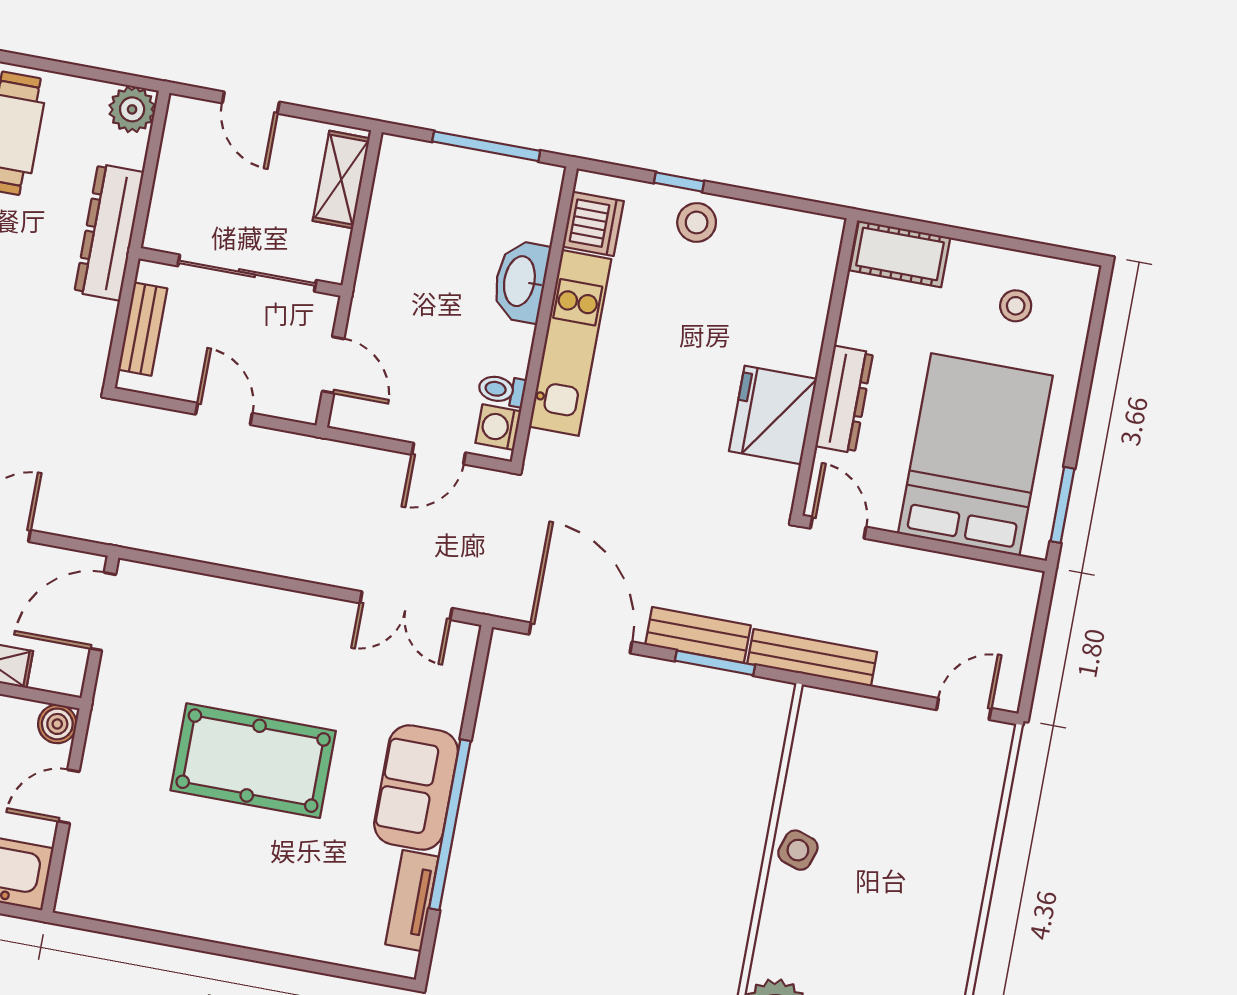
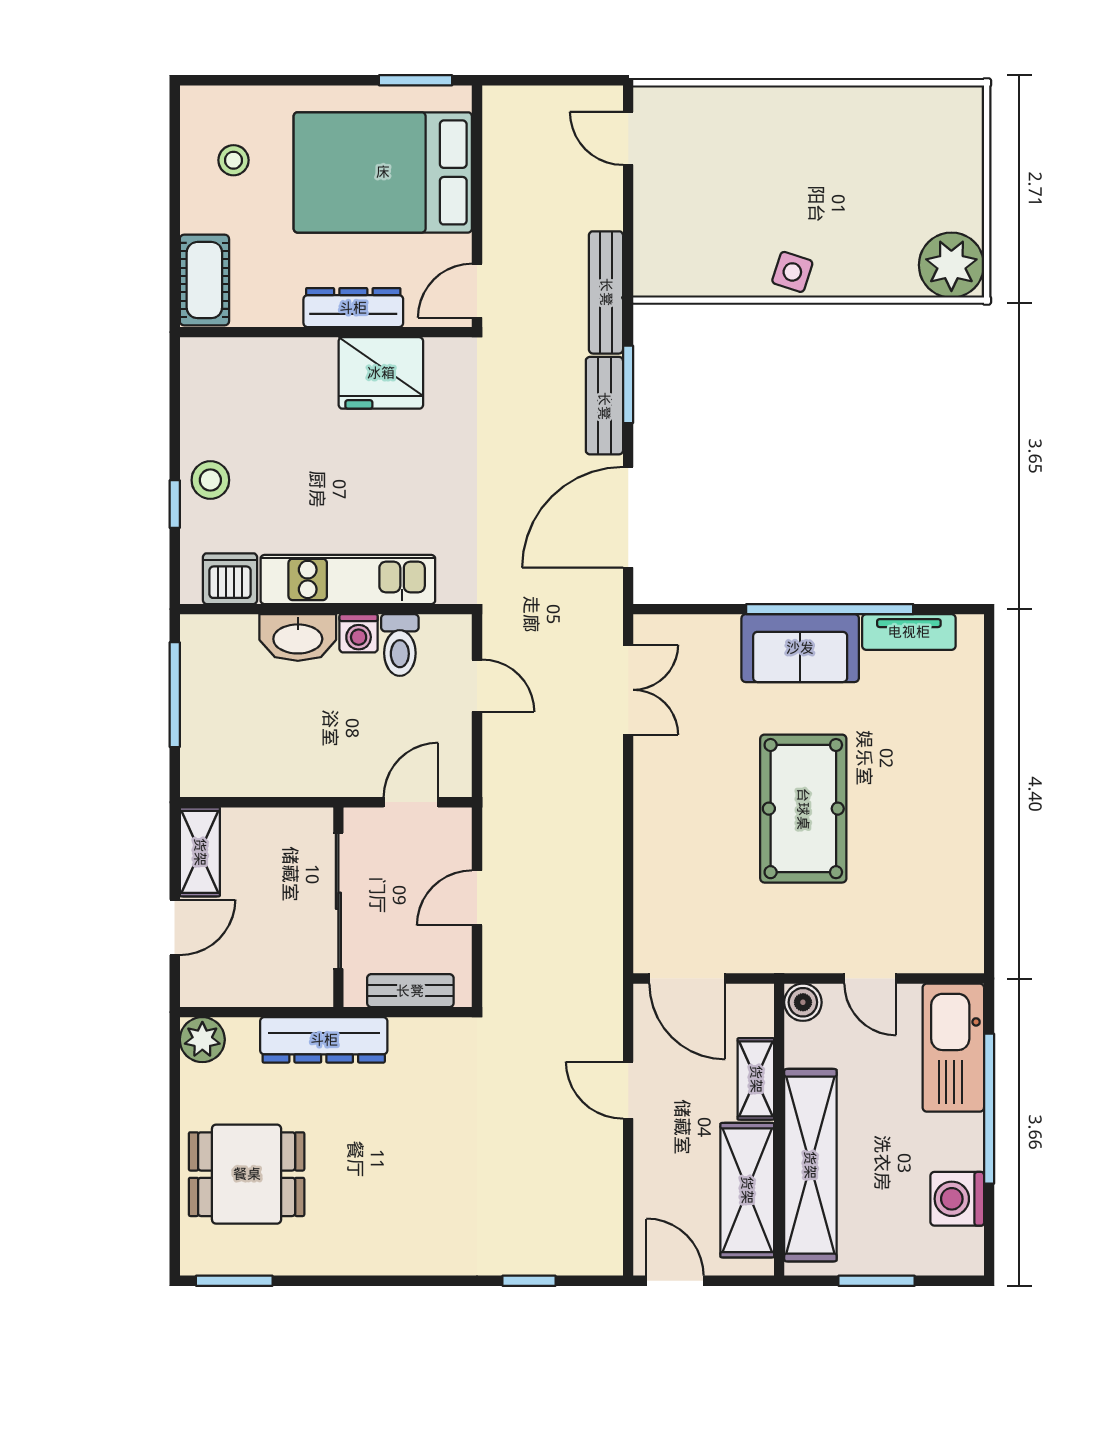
shelving: (341, 180) -> (200, 852), moved, turned 90
toilet: (502, 390) -> (400, 645), width x1.37, depth x1.39
washing machine: (498, 427) -> (359, 633), moved

